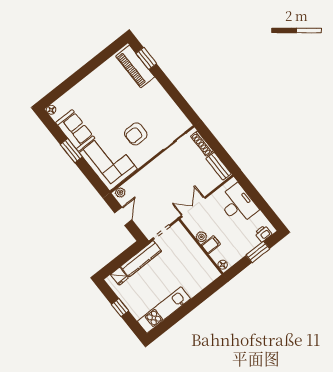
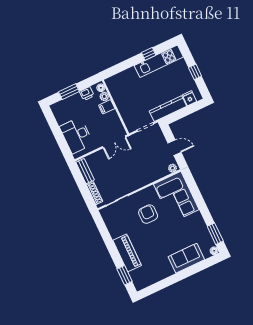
piano: (135, 67) -> (127, 253), moved
sofa: (75, 130) -> (186, 258), moved, turned 90
armchair: (136, 134) -> (148, 214), turned -90
window: (71, 151) -> (215, 234), moved
door: (123, 216) -> (174, 148), swing flipped
printer: (263, 234) -> (87, 94), moved
plant: (201, 237) -> (104, 96), moved
window: (177, 316) -> (149, 54), added

